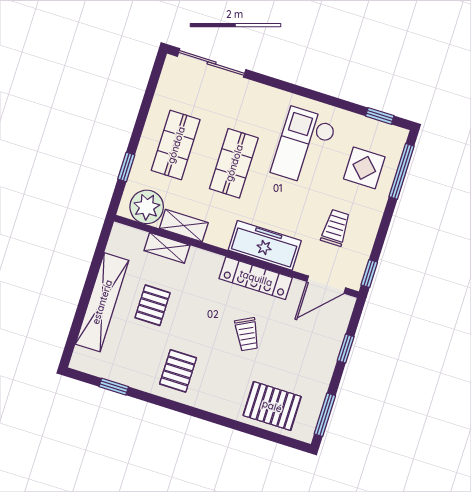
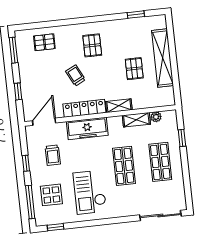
checkout: (304, 146) -> (90, 192), turned 180
plant: (147, 207) -> (156, 117), width x0.53, depth x0.53
shelving: (167, 248) -> (119, 106), moved
window: (369, 274) -> (26, 163), moved
pallet: (178, 371) -> (92, 45), moved
pallet: (272, 406) -> (44, 42), width x0.67, depth x0.71

